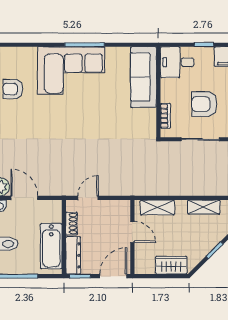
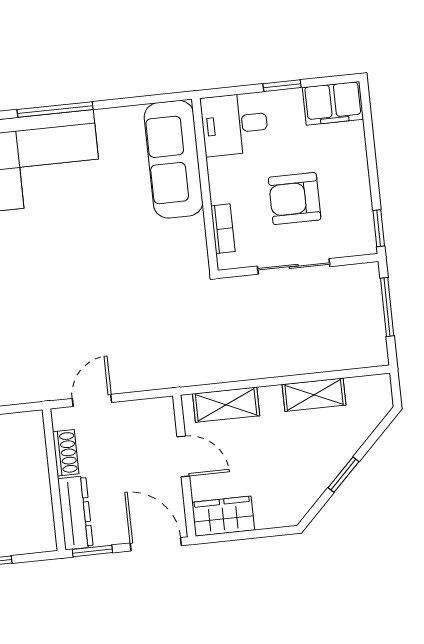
bathtub: (51, 246) -> (32, 500), removed
wardrobe: (171, 265) -> (223, 516), moved
door: (113, 276) -> (156, 544), hinge flipped

